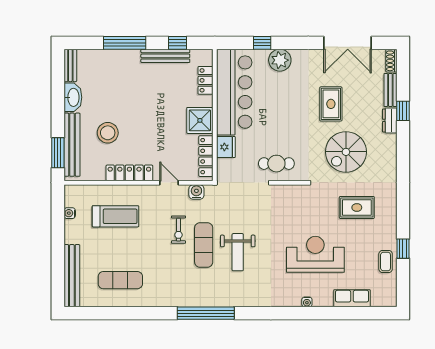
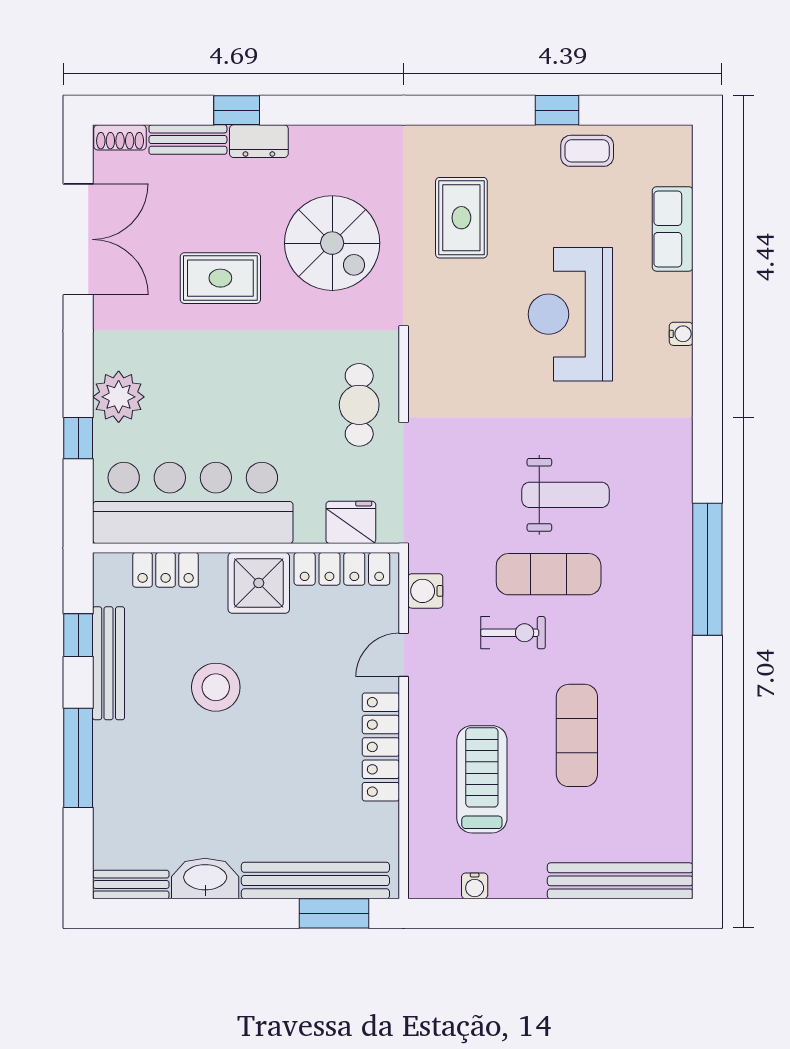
stool: (108, 133) -> (216, 687), moved
fridge: (226, 147) -> (351, 522), moved
exercise mat: (120, 280) -> (577, 735), moved

